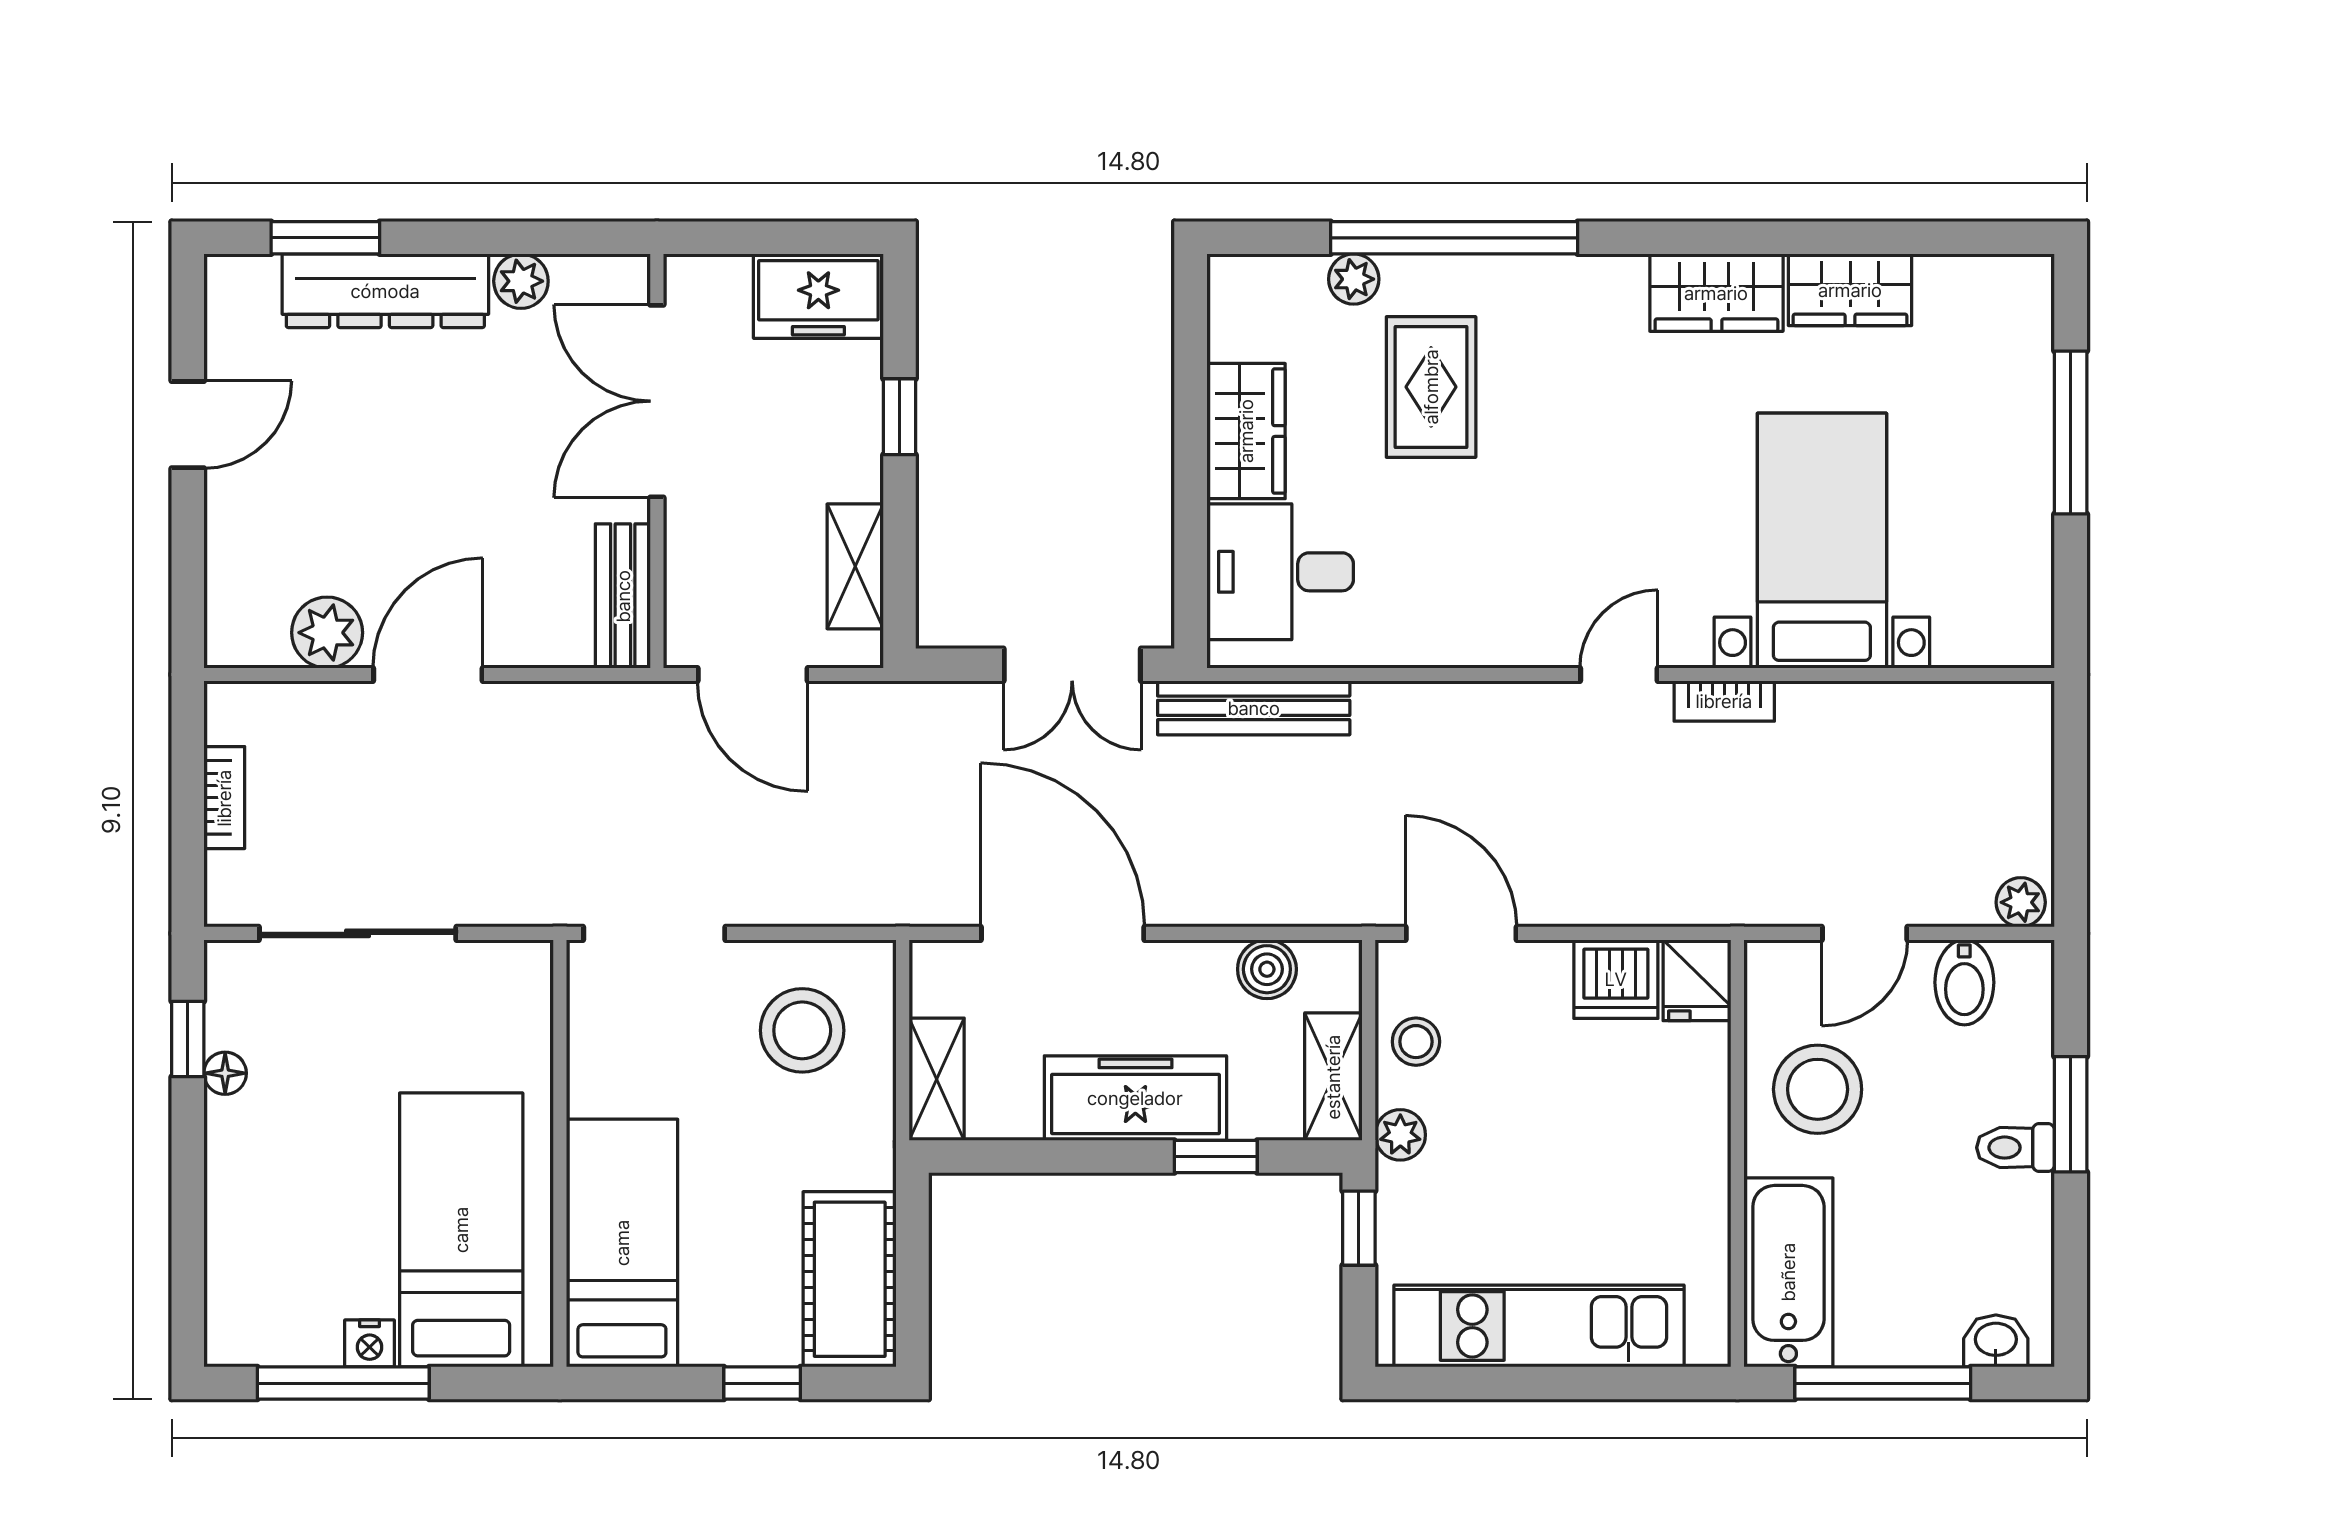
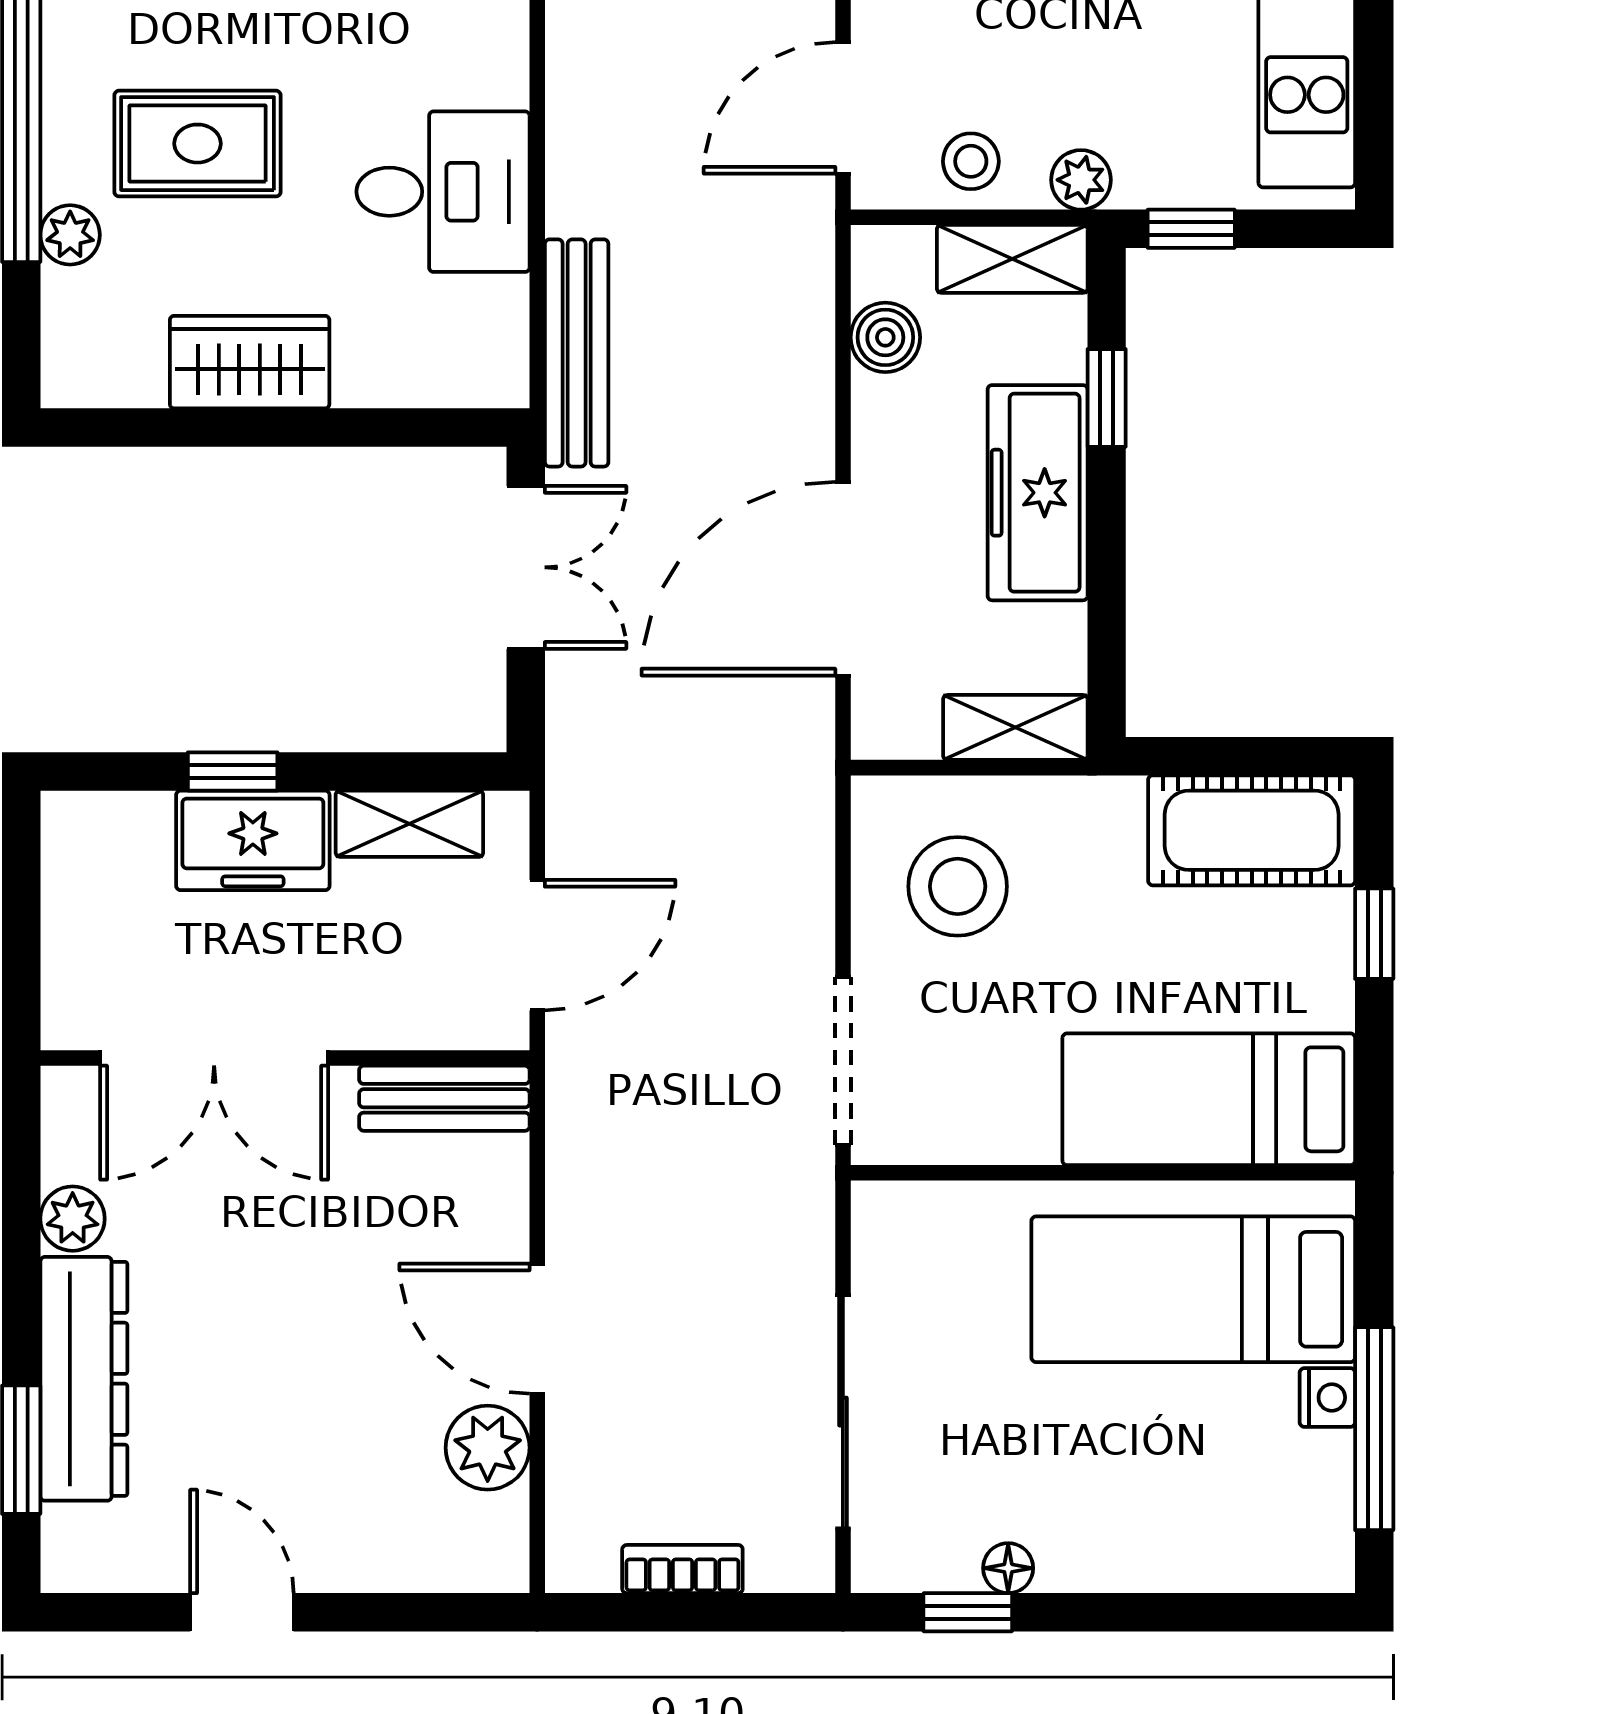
freezer: (818, 296) -> (253, 840), moved, turned 90
desk: (1280, 572) -> (443, 192), moved, turned -90

